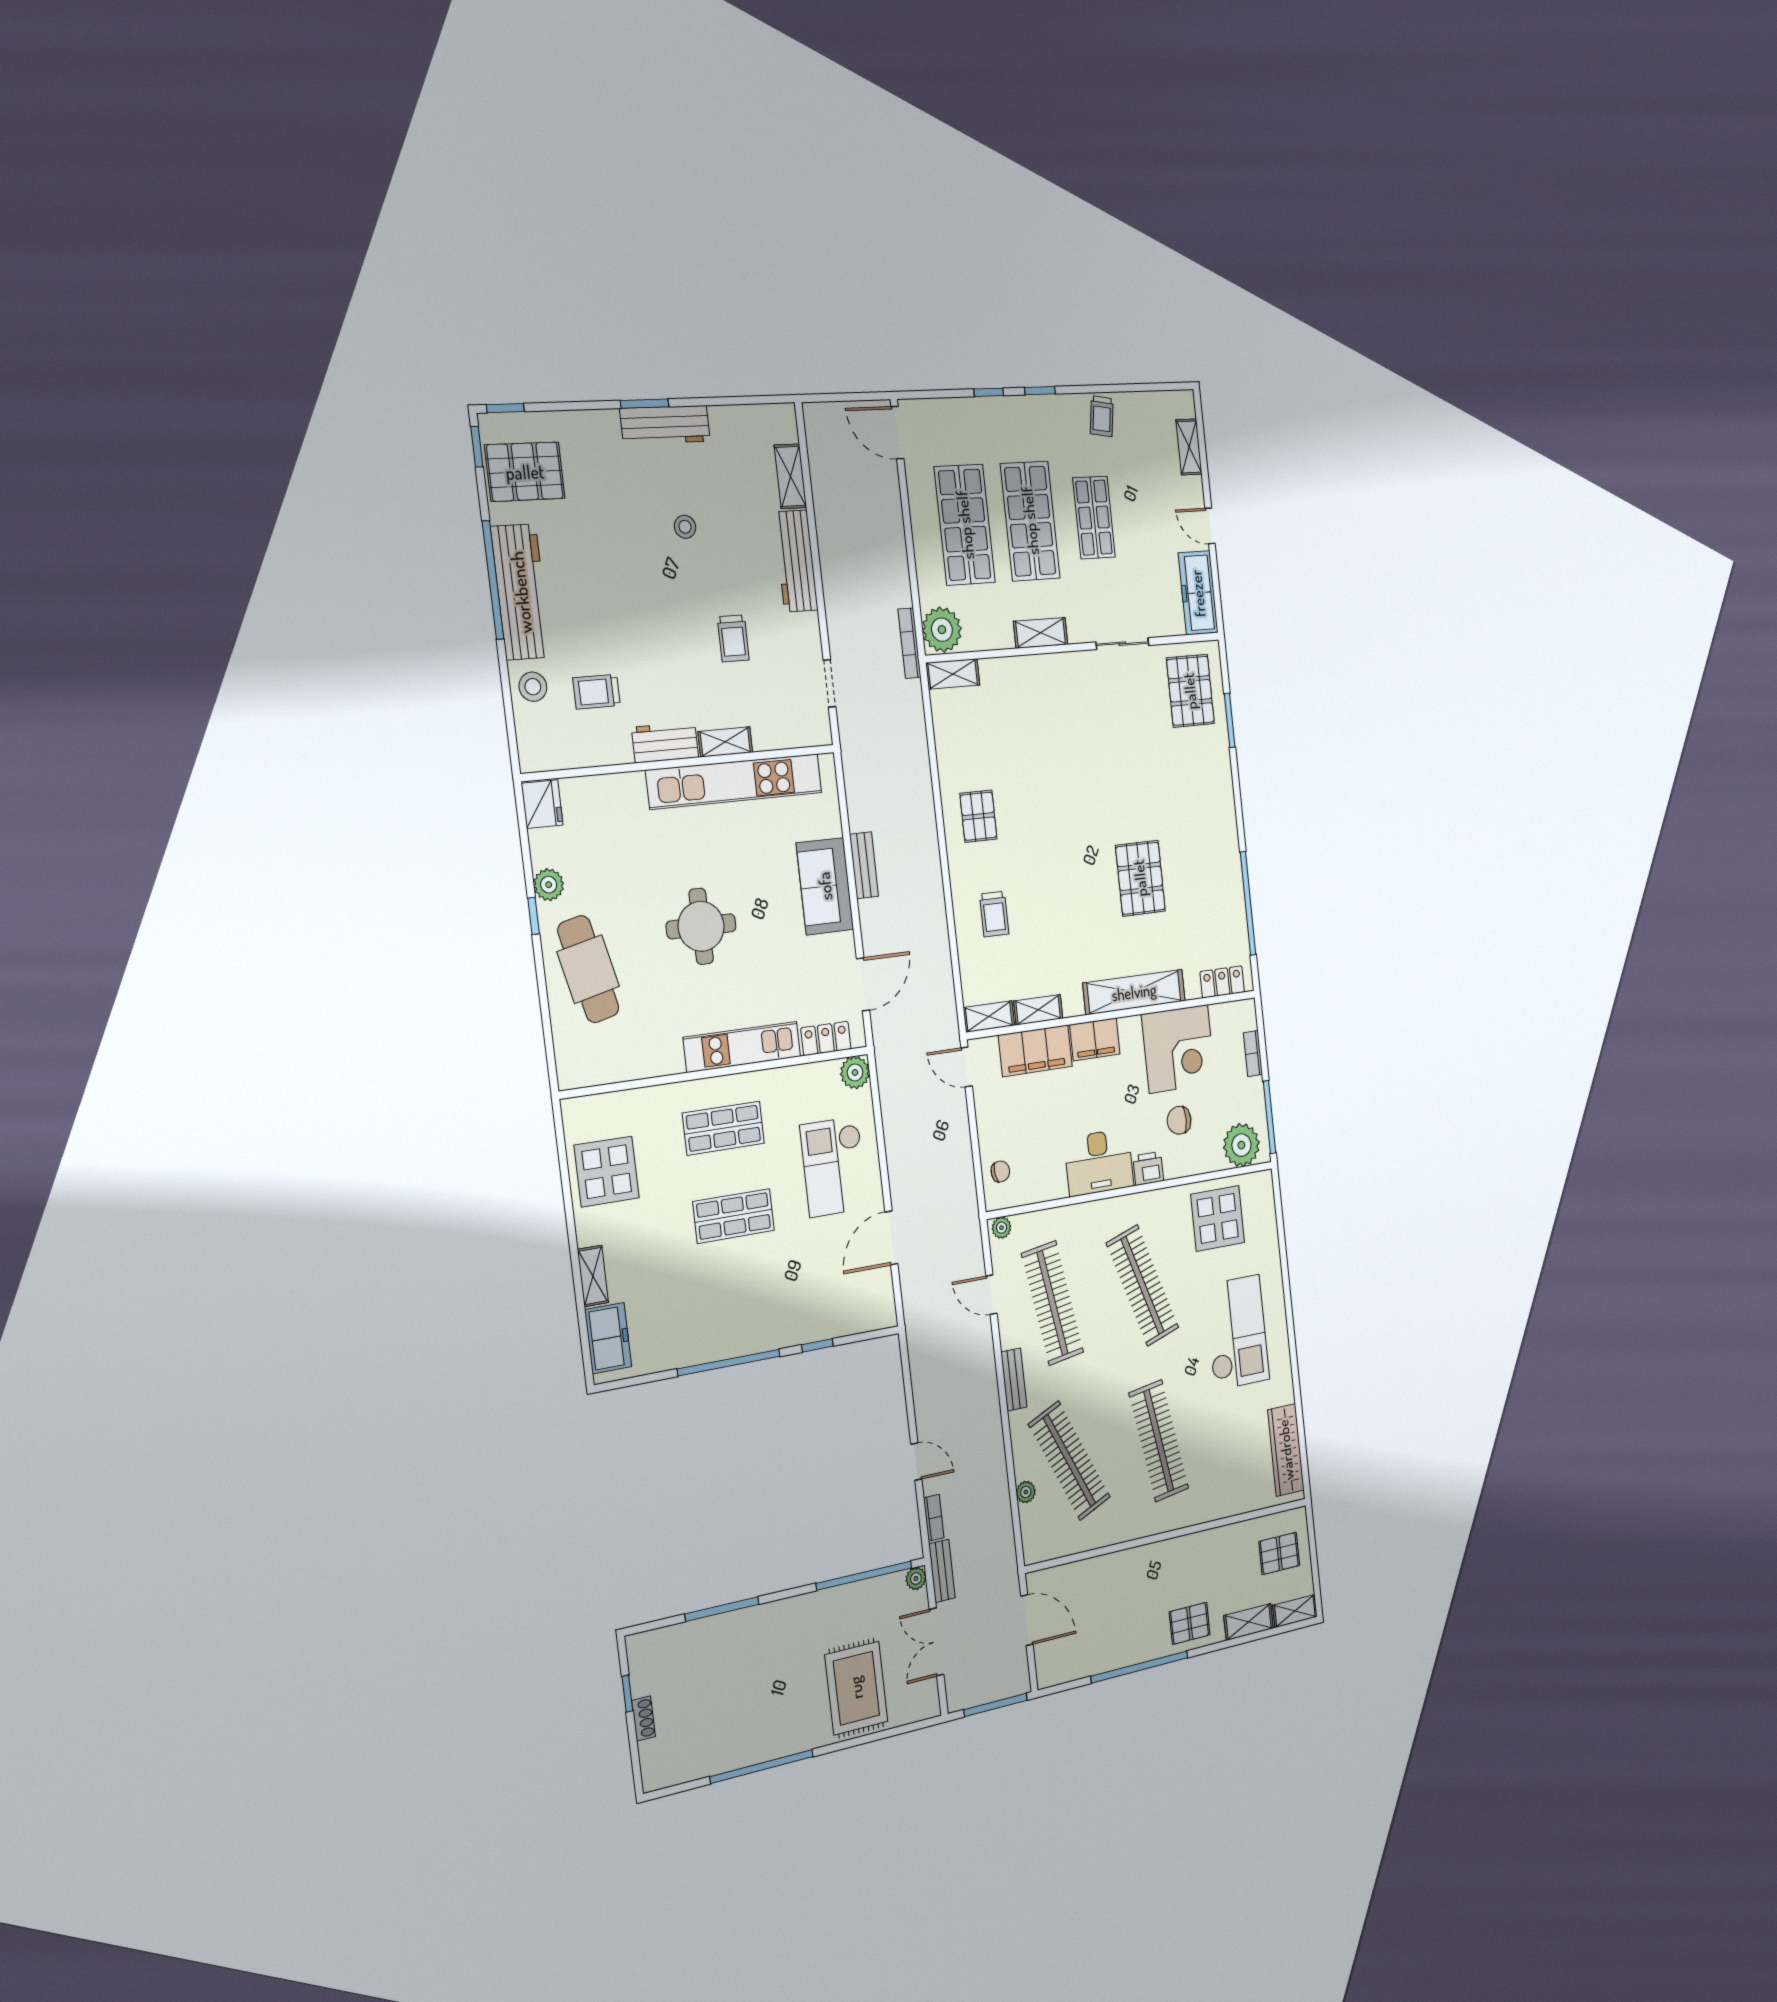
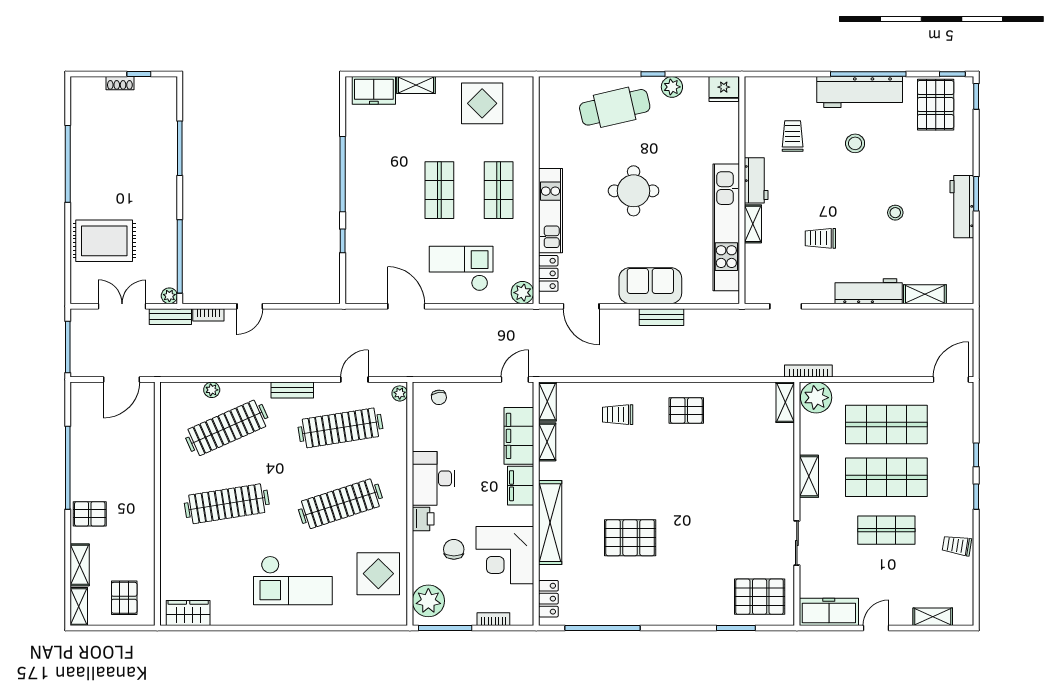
stool: (533, 687) -> (855, 143), moved
wardrobe: (1286, 1450) -> (188, 613), width x0.67
pallet: (1190, 1623) -> (90, 514), turned 90

